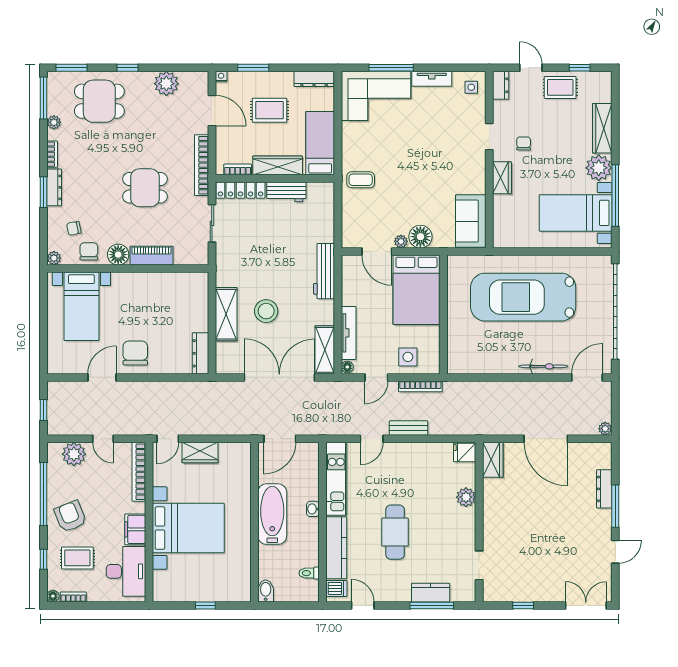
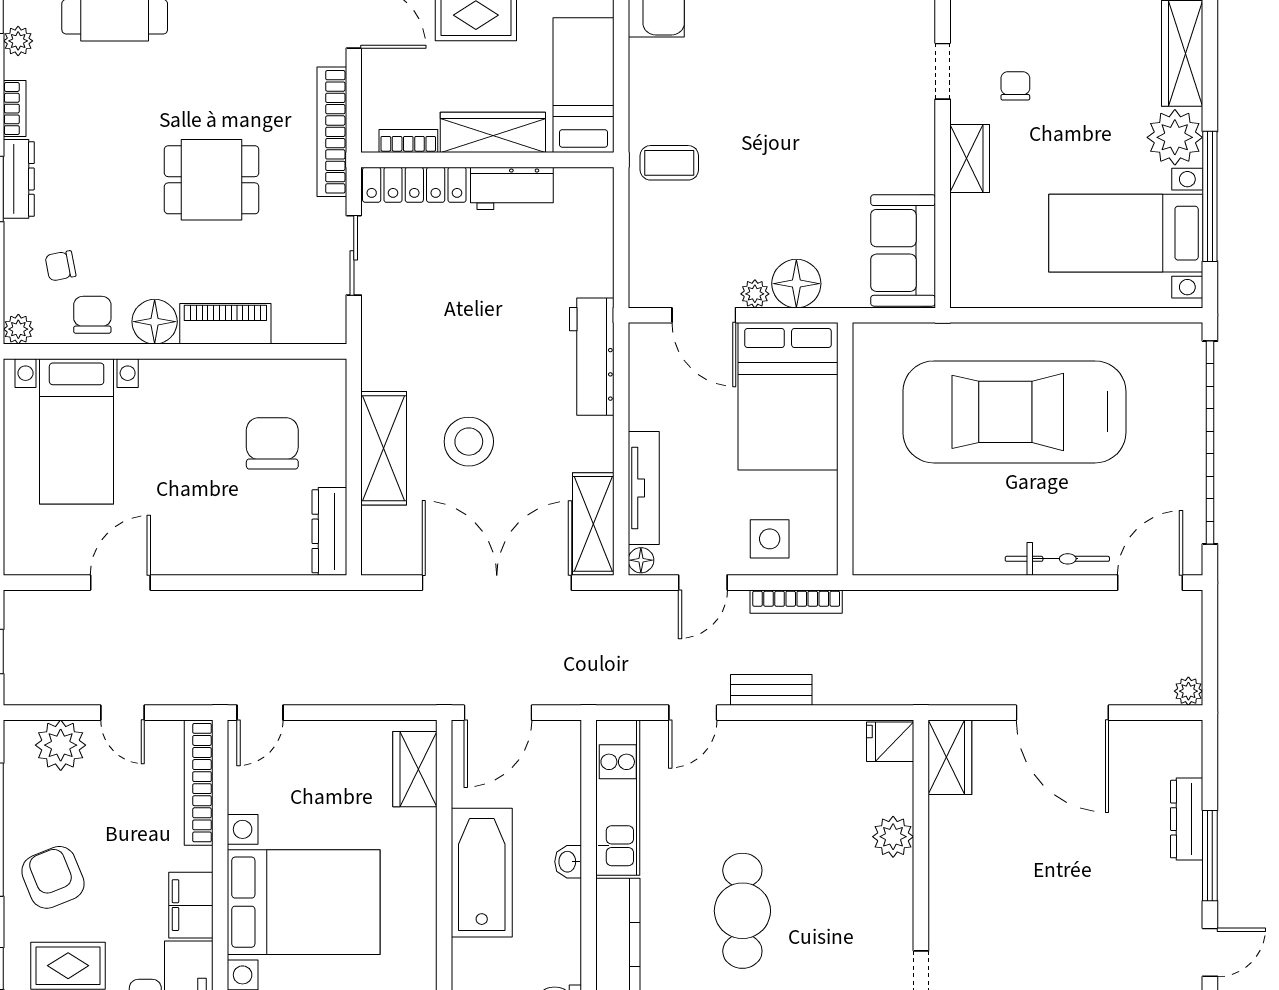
chair: (135, 353) -> (272, 443), moved
wardrobe: (200, 452) -> (415, 769), moved, turned 90

